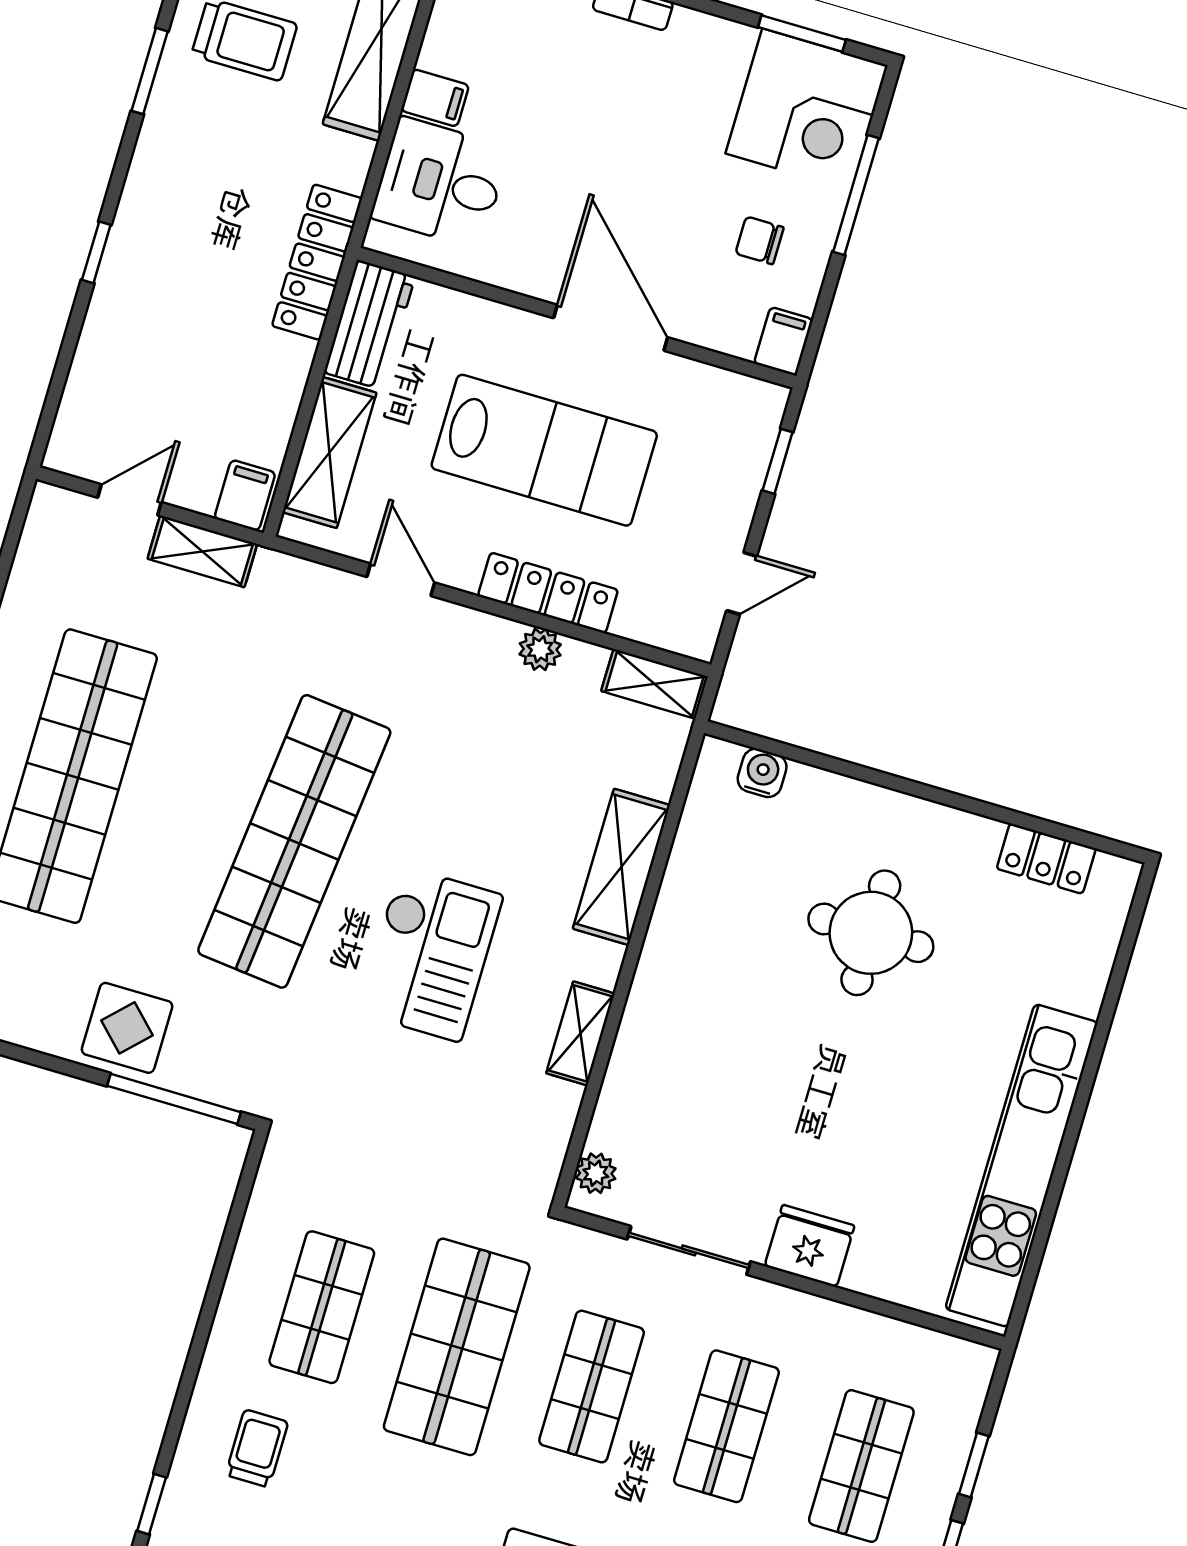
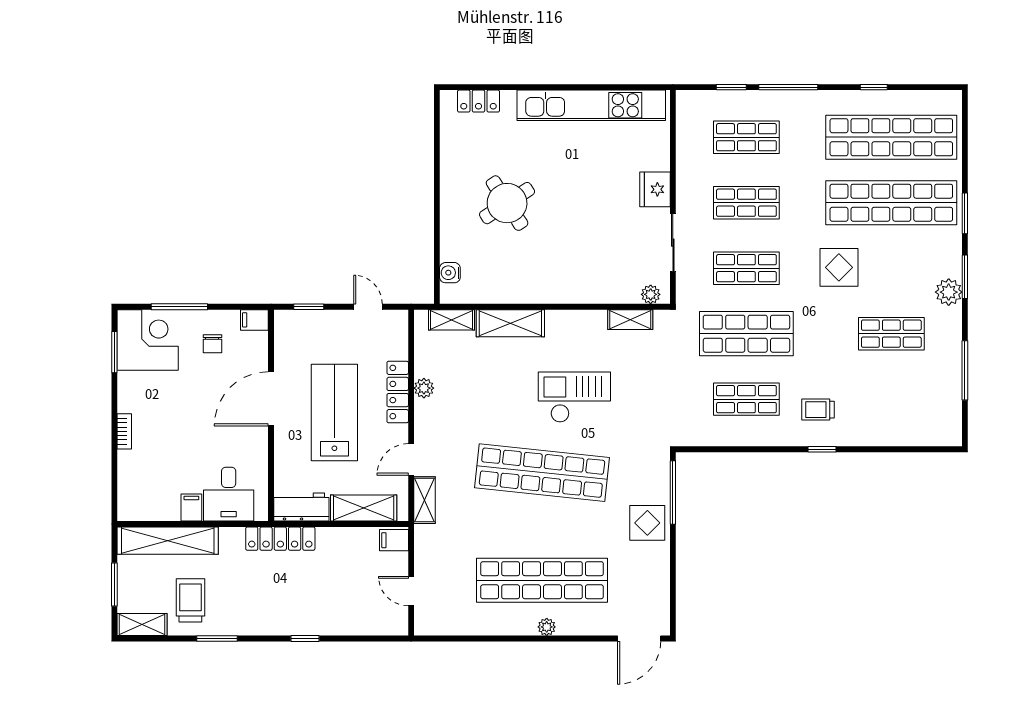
shelving: (202, 551) -> (425, 500), moved
shelving: (655, 684) -> (452, 320), moved, turned 90
locker: (1046, 859) -> (478, 101), moved, turned 90
round table: (871, 933) -> (507, 203), turned -33
shelving: (580, 1033) -> (630, 320), moved
window: (152, 1504) -> (822, 449), moved

